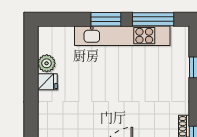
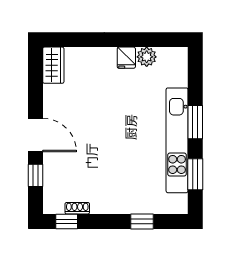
window: (153, 19) -> (195, 174), width x0.69

